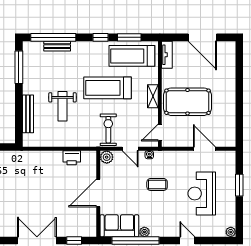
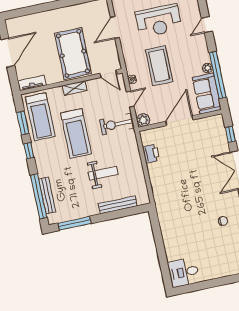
bench: (57, 46) -> (47, 196), width x1.36
coffee table: (157, 184) -> (159, 66), width x1.86, depth x1.72
door: (98, 193) -> (179, 121), swing flipped

